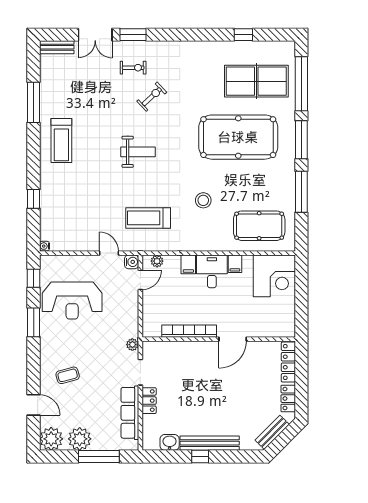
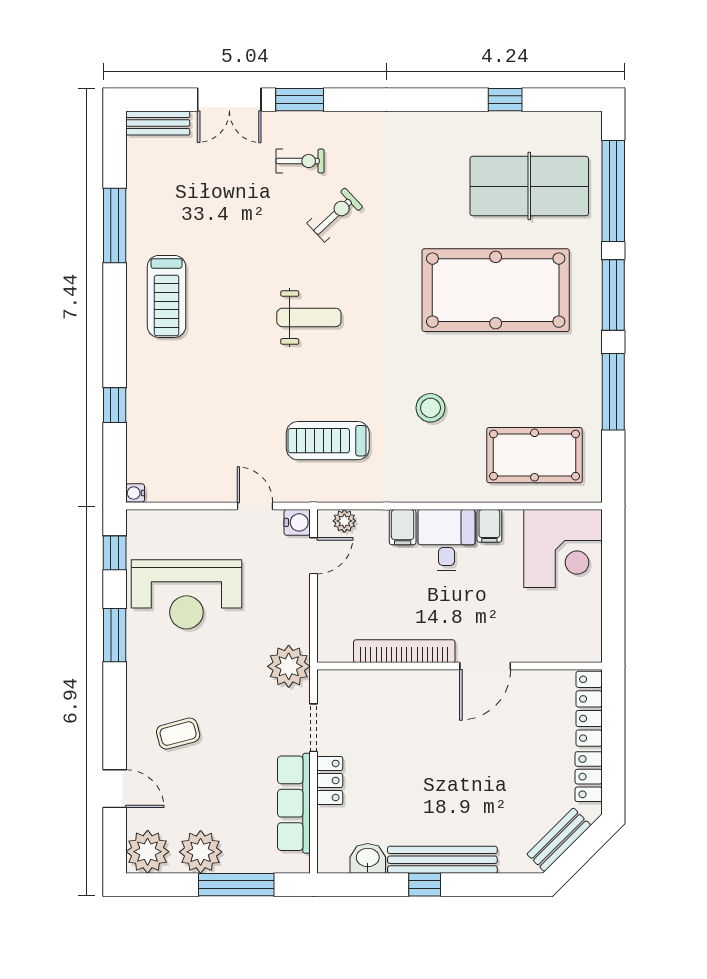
plant: (132, 345) -> (289, 666), width x1.87, depth x1.87

